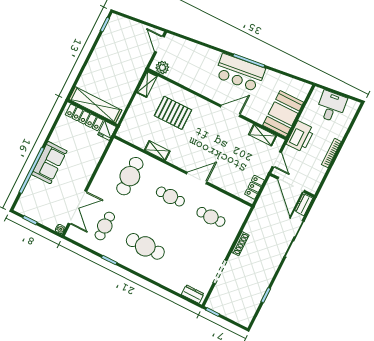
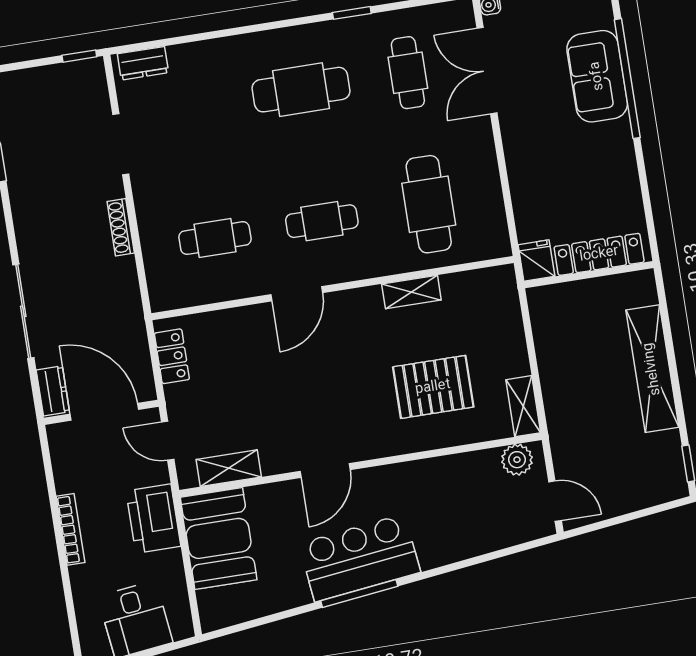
shelving: (95, 105) -> (652, 369), moved, turned 90
sofa: (49, 163) -> (597, 76), moved

